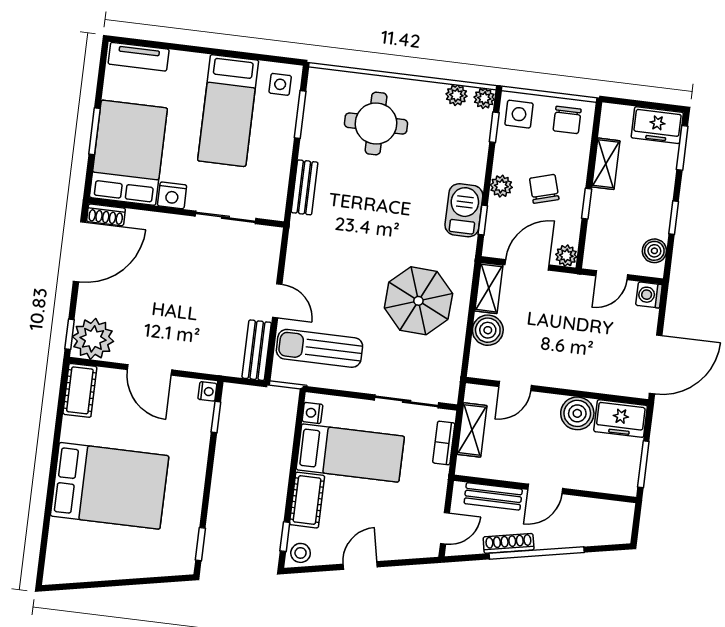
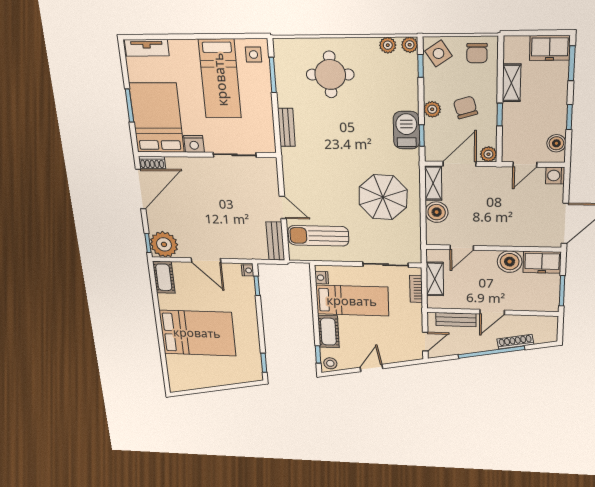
side table: (519, 114) -> (438, 53), turned -34
shoe rack: (509, 543) -> (515, 342), moved

